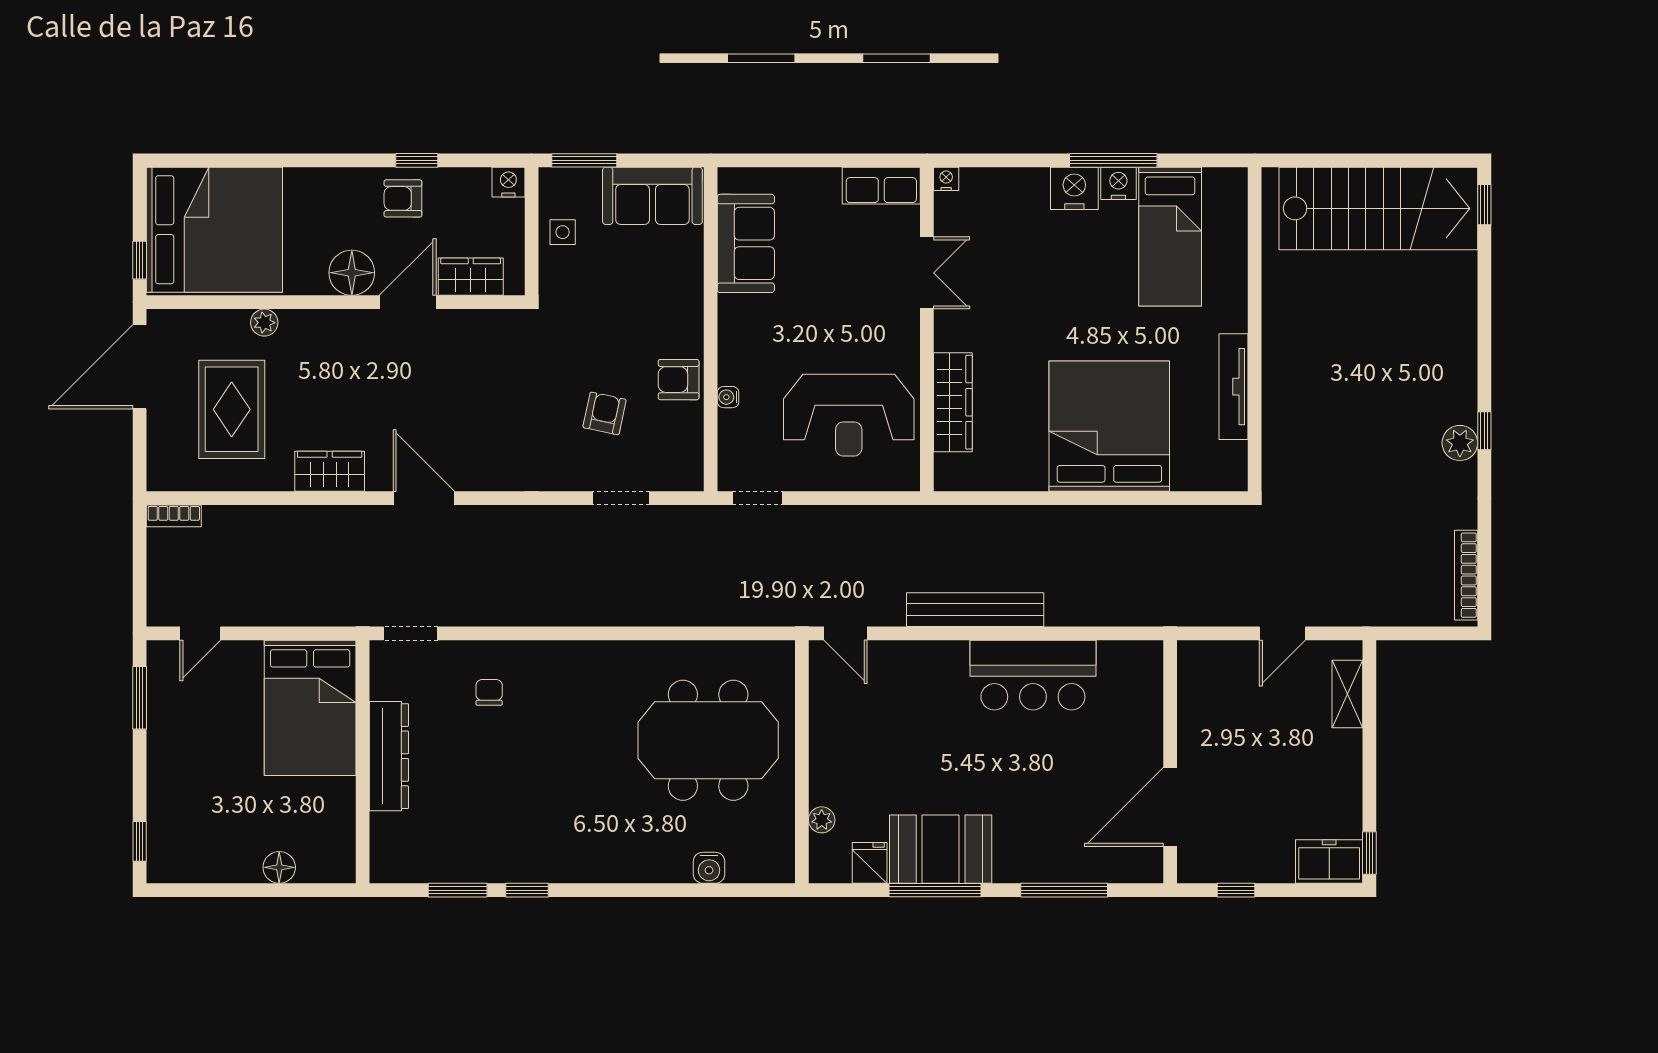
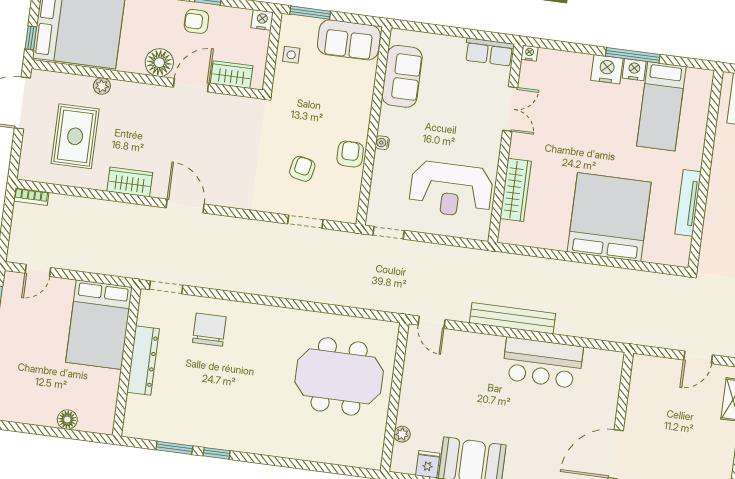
armchair: (679, 380) -> (350, 154), turned 90
water cooler: (728, 397) -> (382, 143), moved
chair: (489, 692) -> (209, 330), width x1.87, depth x1.87
water cooler: (709, 868) -> (329, 454), removed

